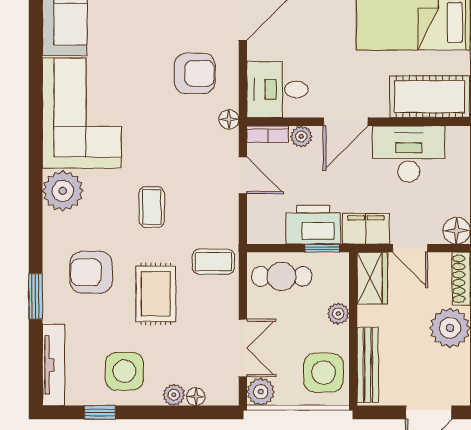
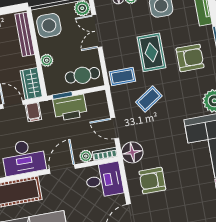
floor lamp: (229, 119) -> (132, 152), width x1.89, depth x1.89
coffee table: (152, 207) -> (149, 99), moved, turned 57
filing cabinet: (366, 229) -> (33, 112), width x0.50

